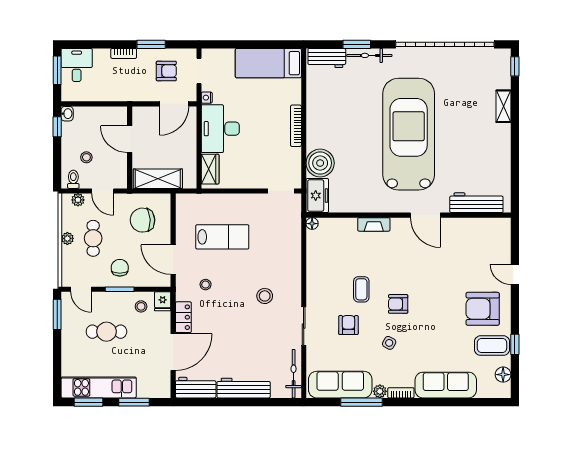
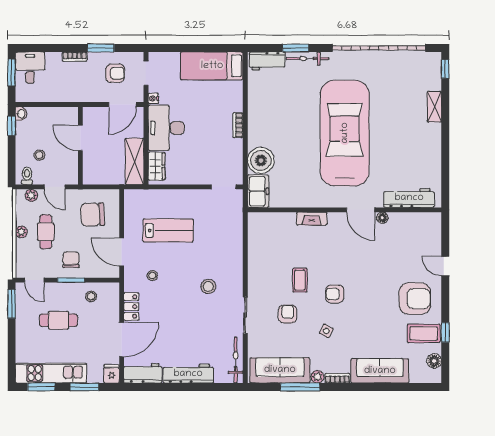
bookcase: (296, 126) -> (238, 125), width x0.64
shelving: (158, 179) -> (134, 161), moved, turned 90
floor lamp: (312, 224) -> (382, 218), moved
fridge: (163, 301) -> (112, 374), moved, turned 180
armchair: (483, 309) -> (415, 299), turned 180

